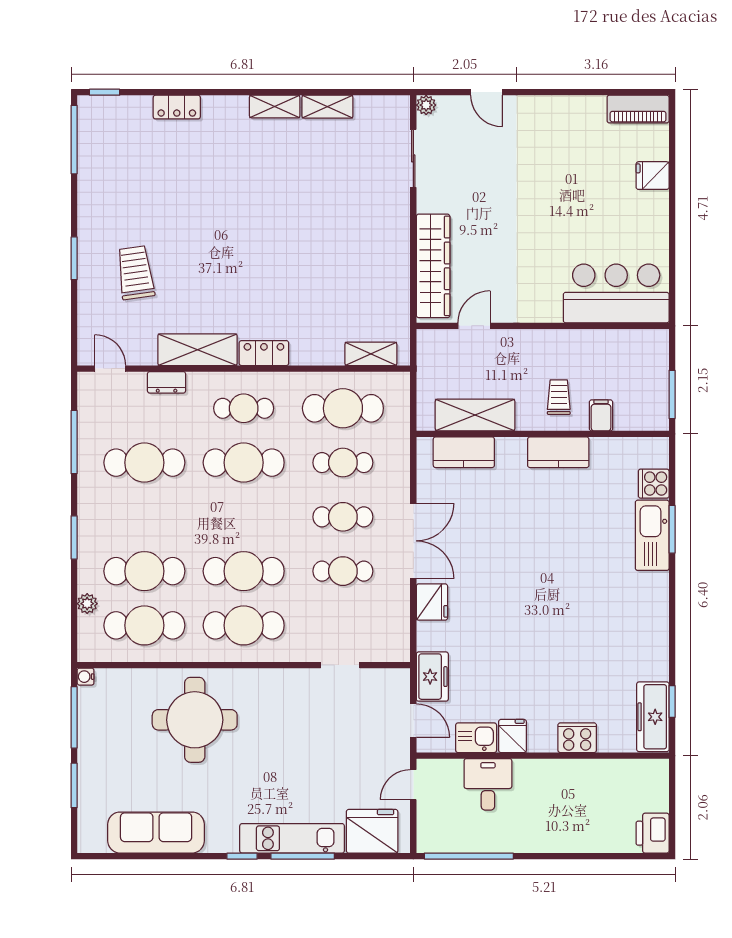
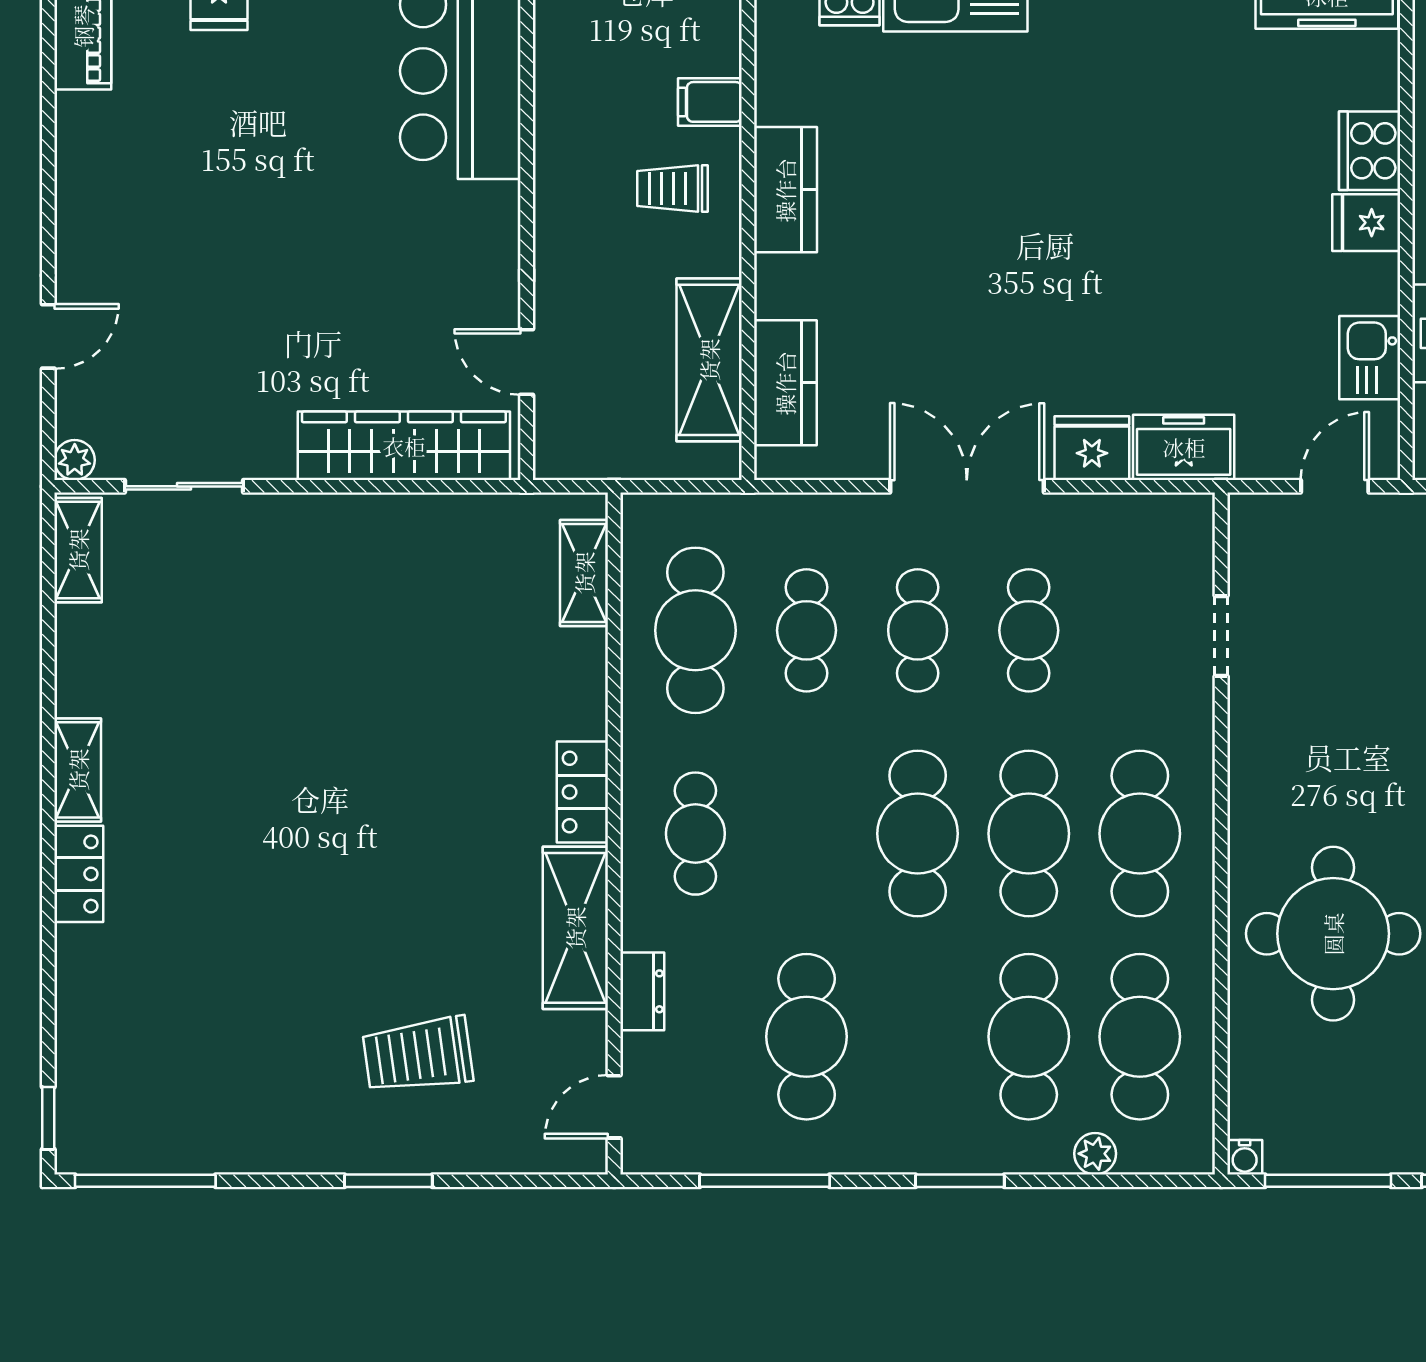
locker: (177, 107) -> (79, 874), moved
shelving: (327, 107) -> (78, 550), moved
cafe table: (244, 463) -> (918, 834), moved
freezer: (432, 677) -> (1184, 447), moved
fridge: (512, 736) -> (1366, 223), moved

